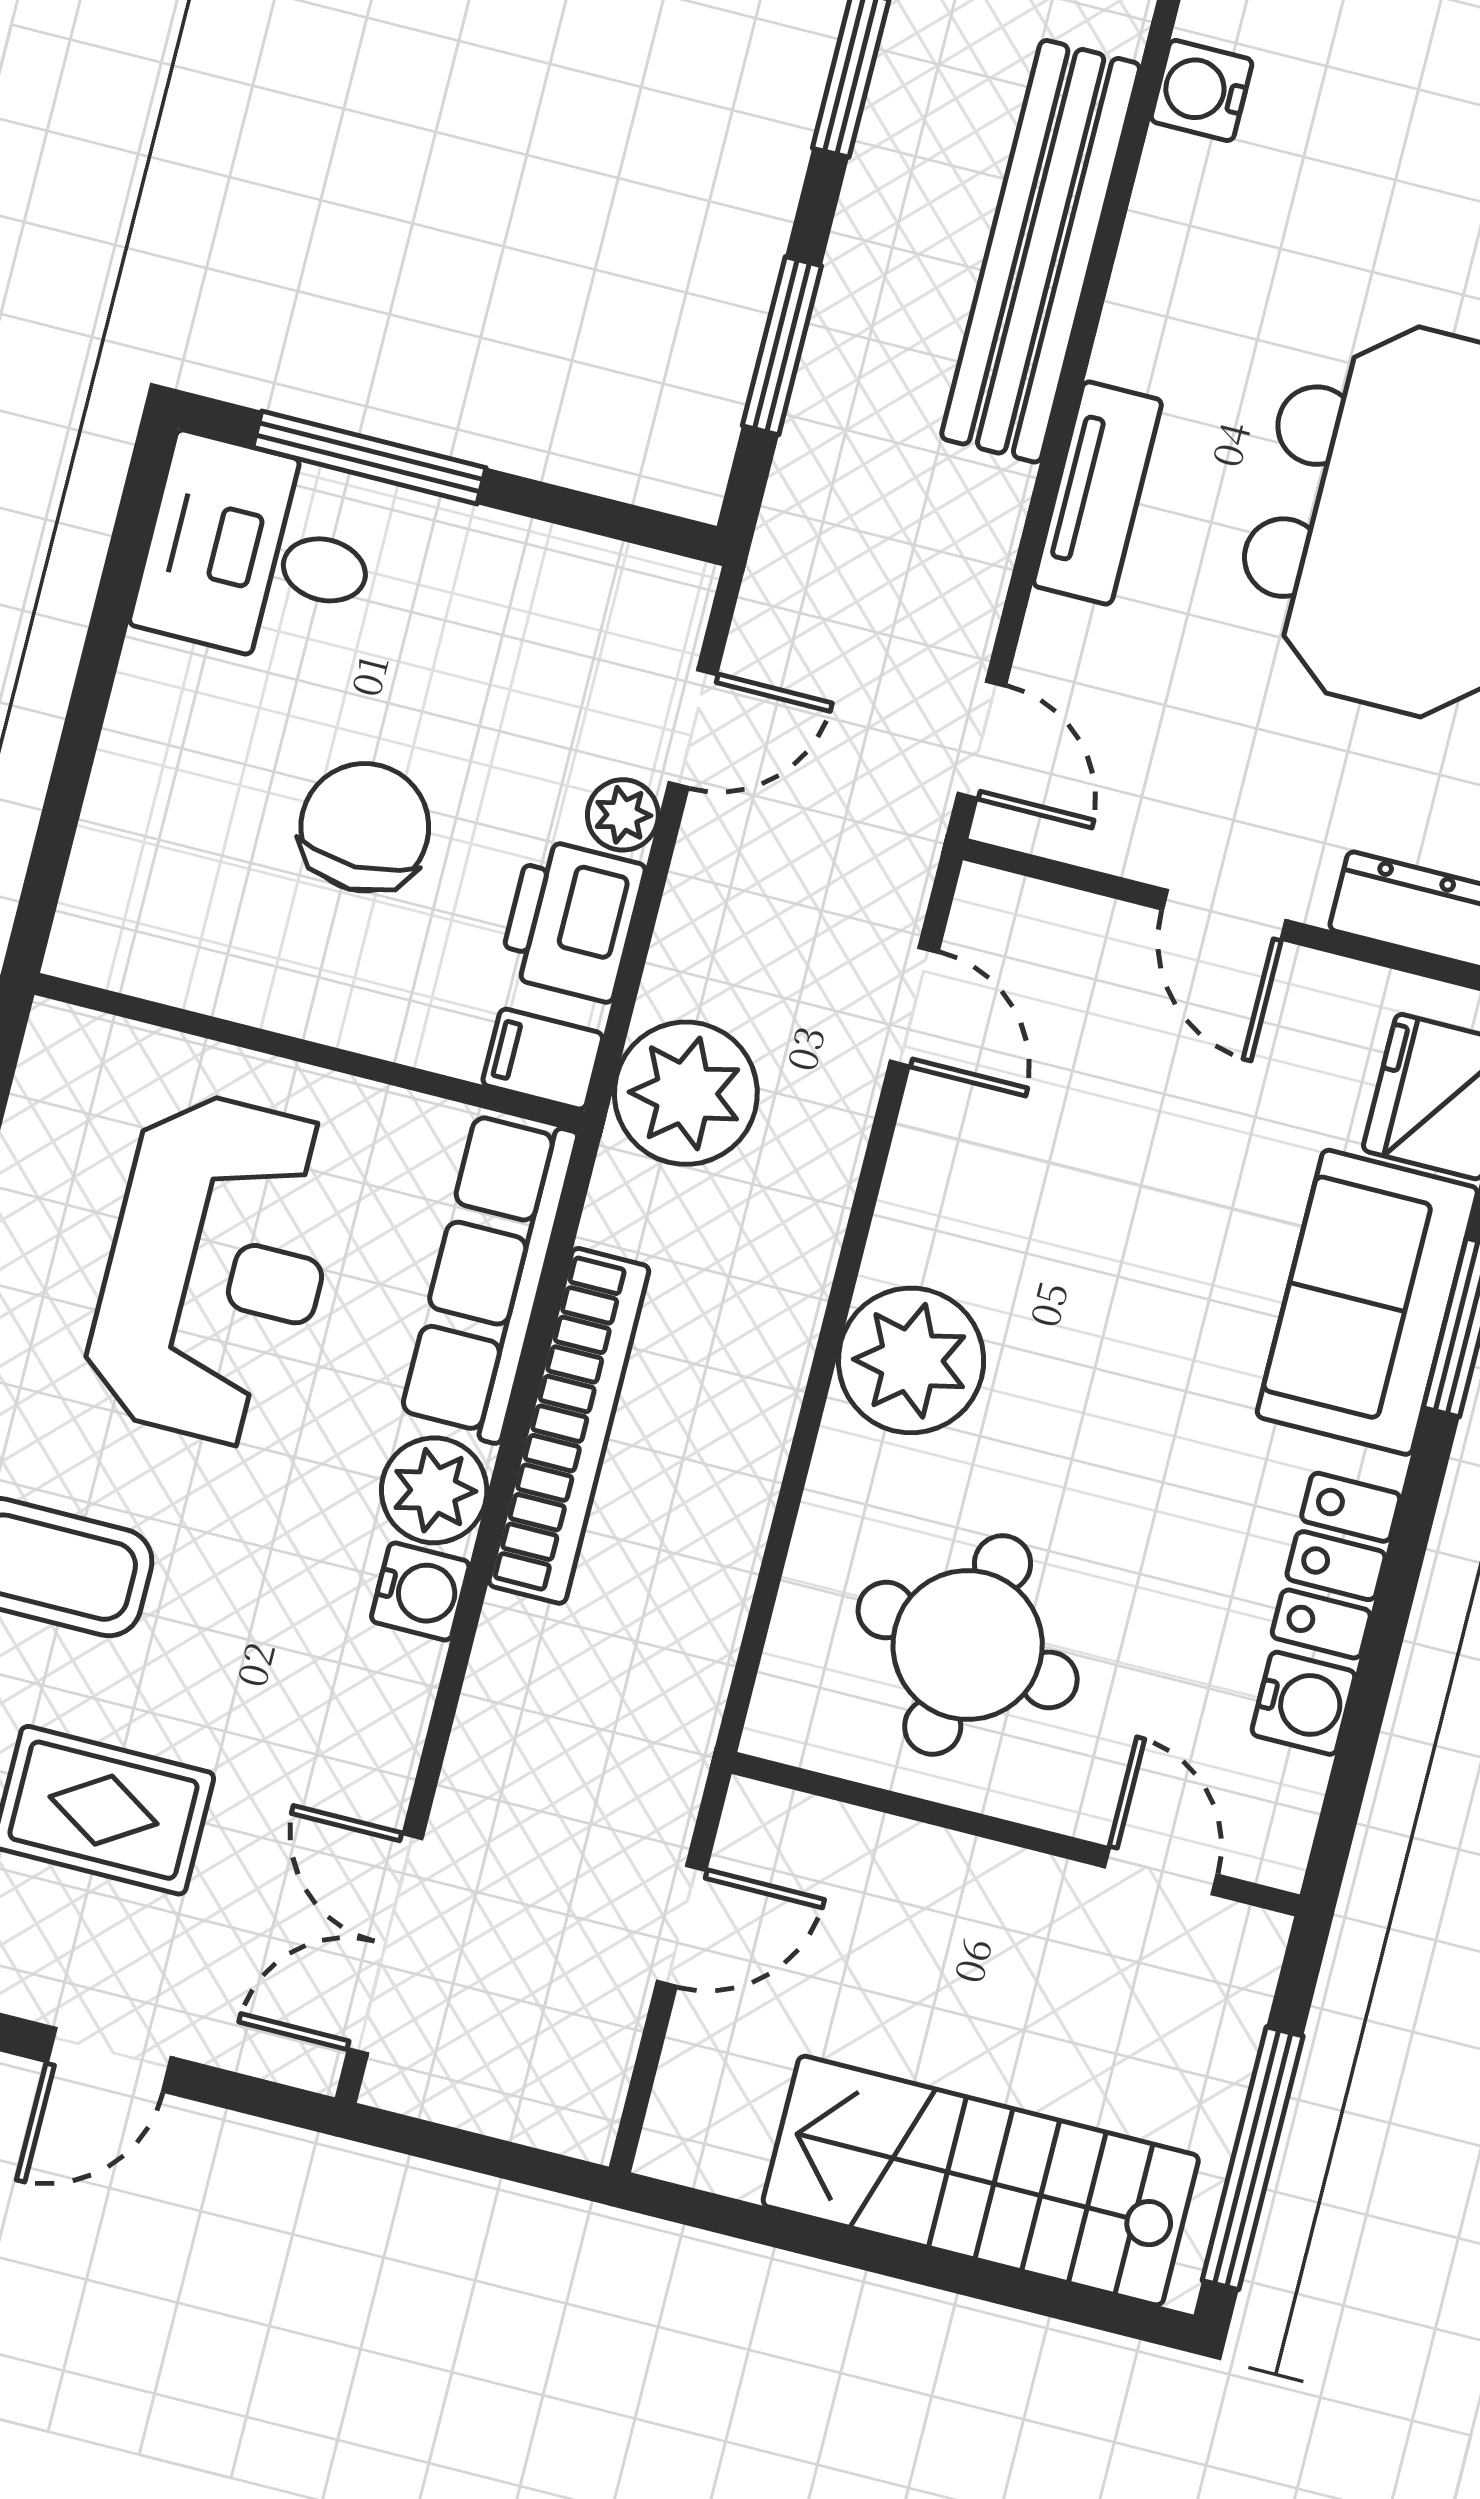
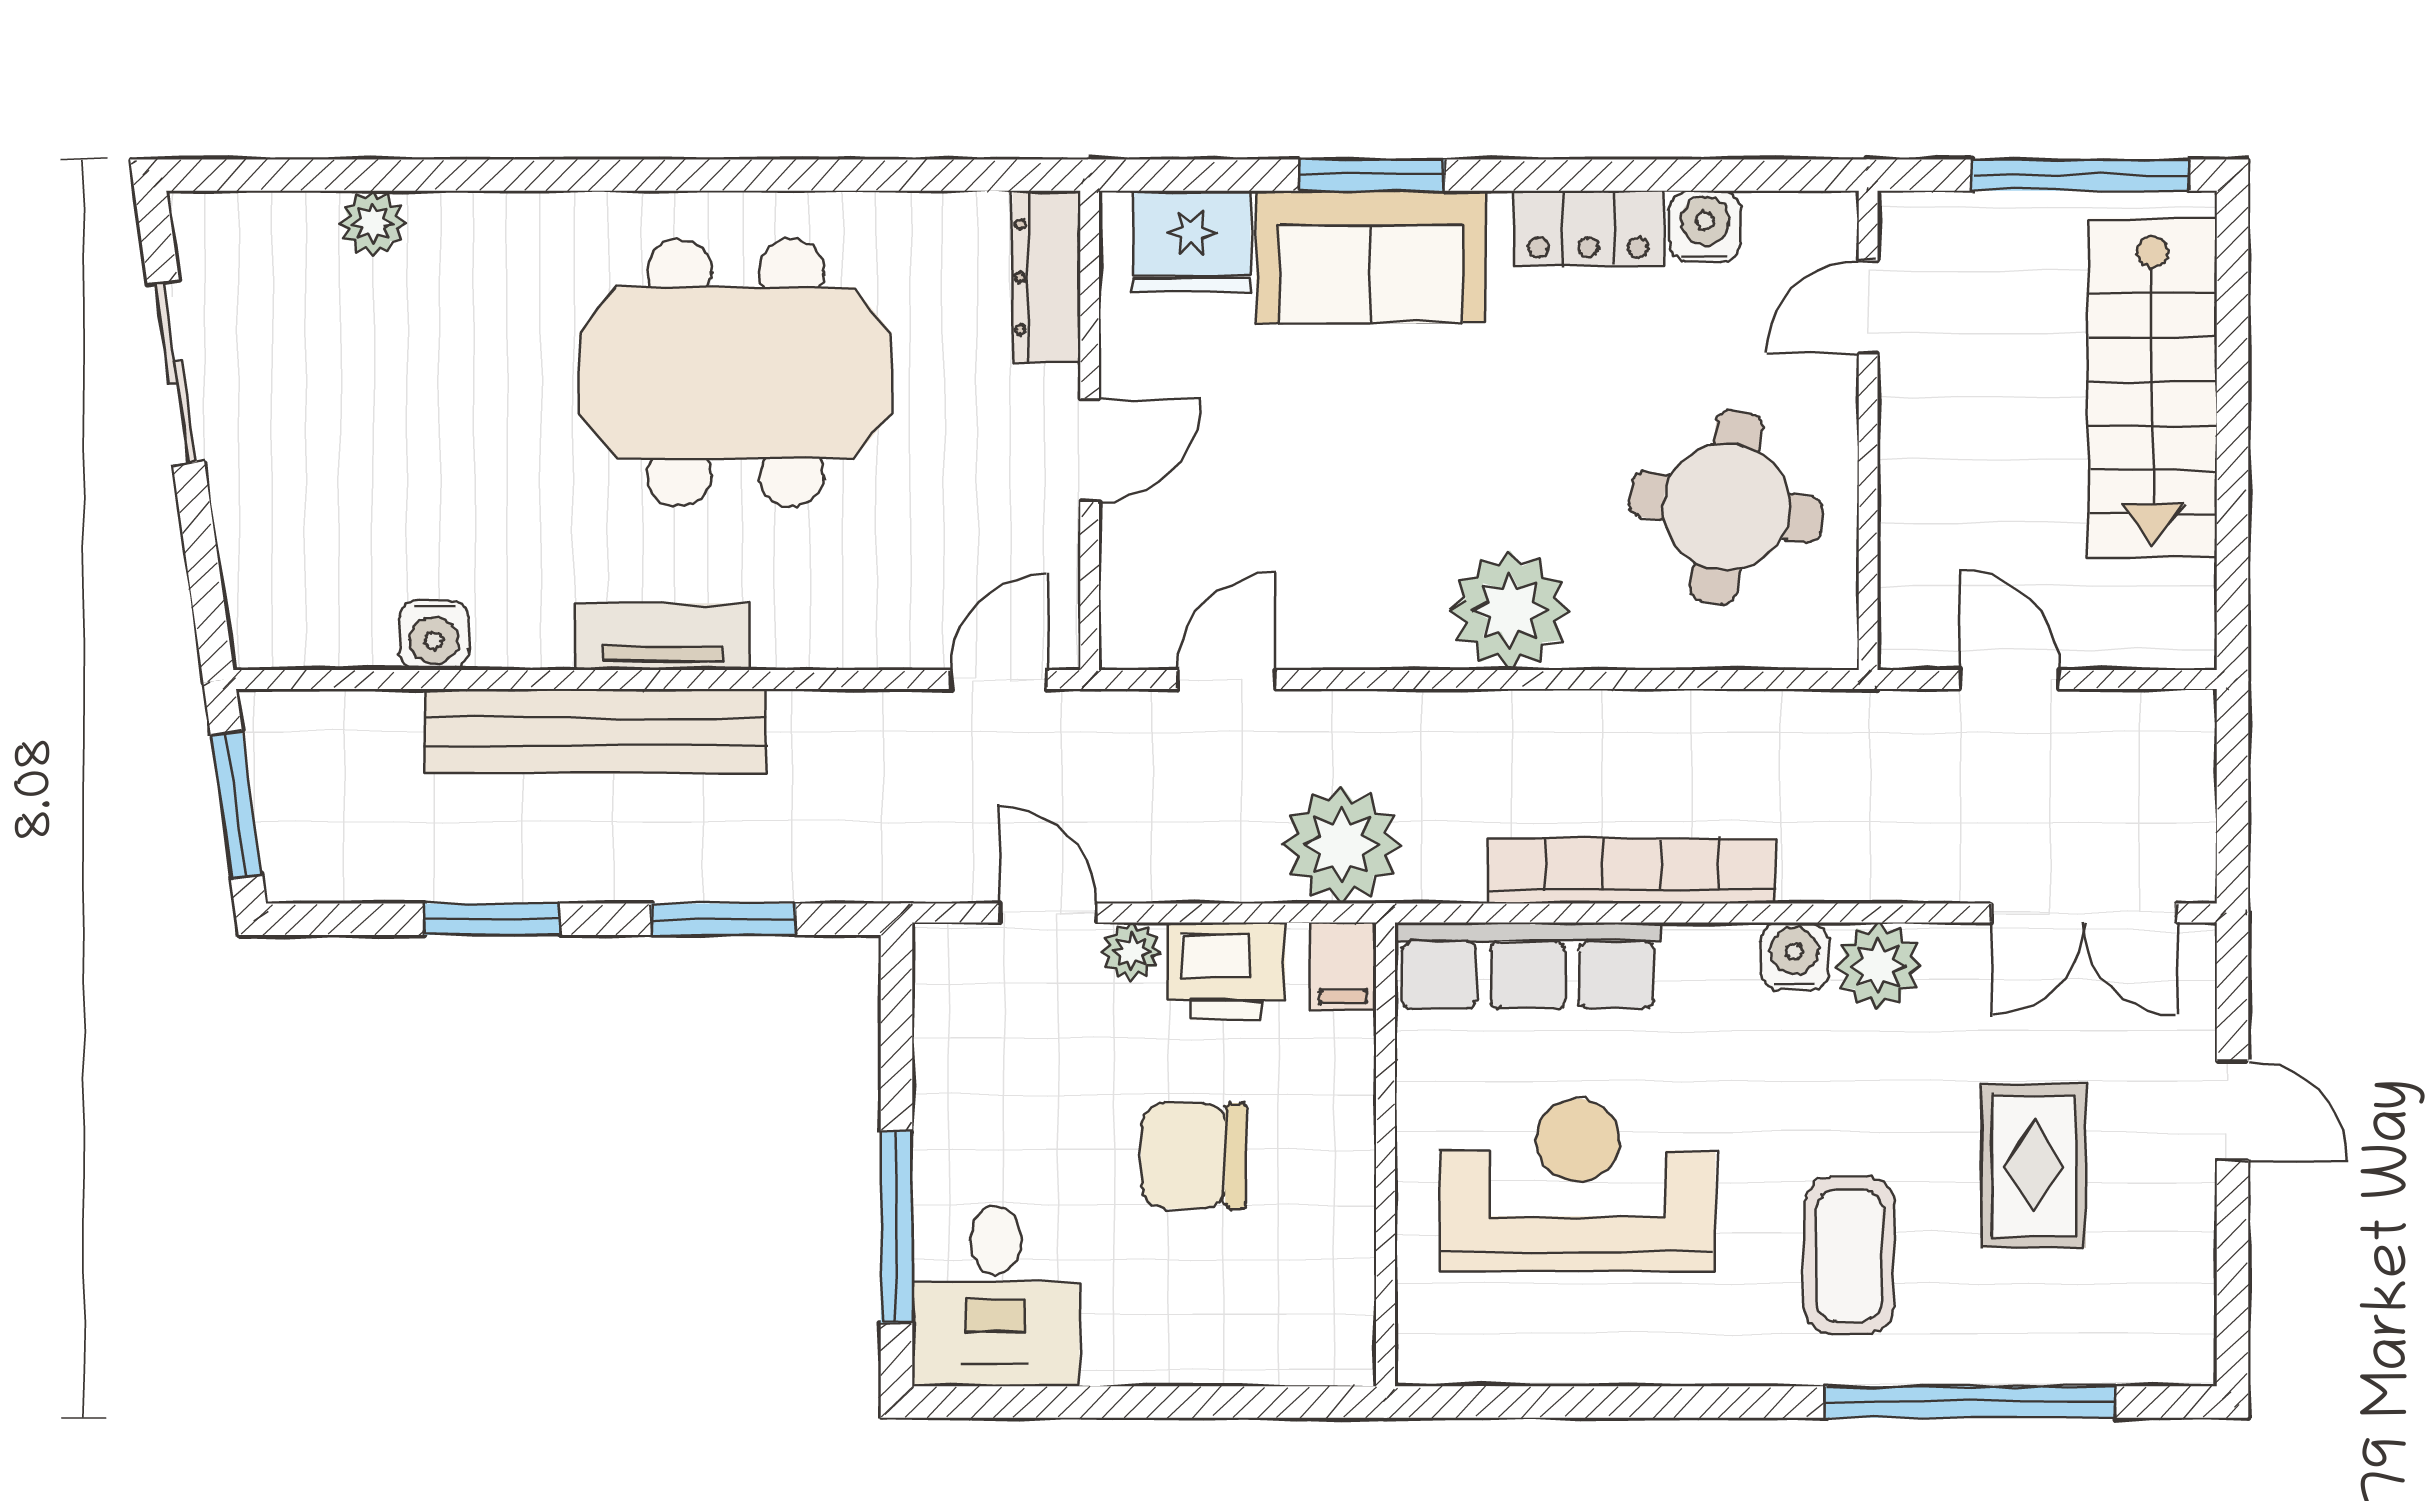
tv unit: (1098, 493) -> (662, 637), moved
plant: (434, 1490) -> (1878, 966), moved

